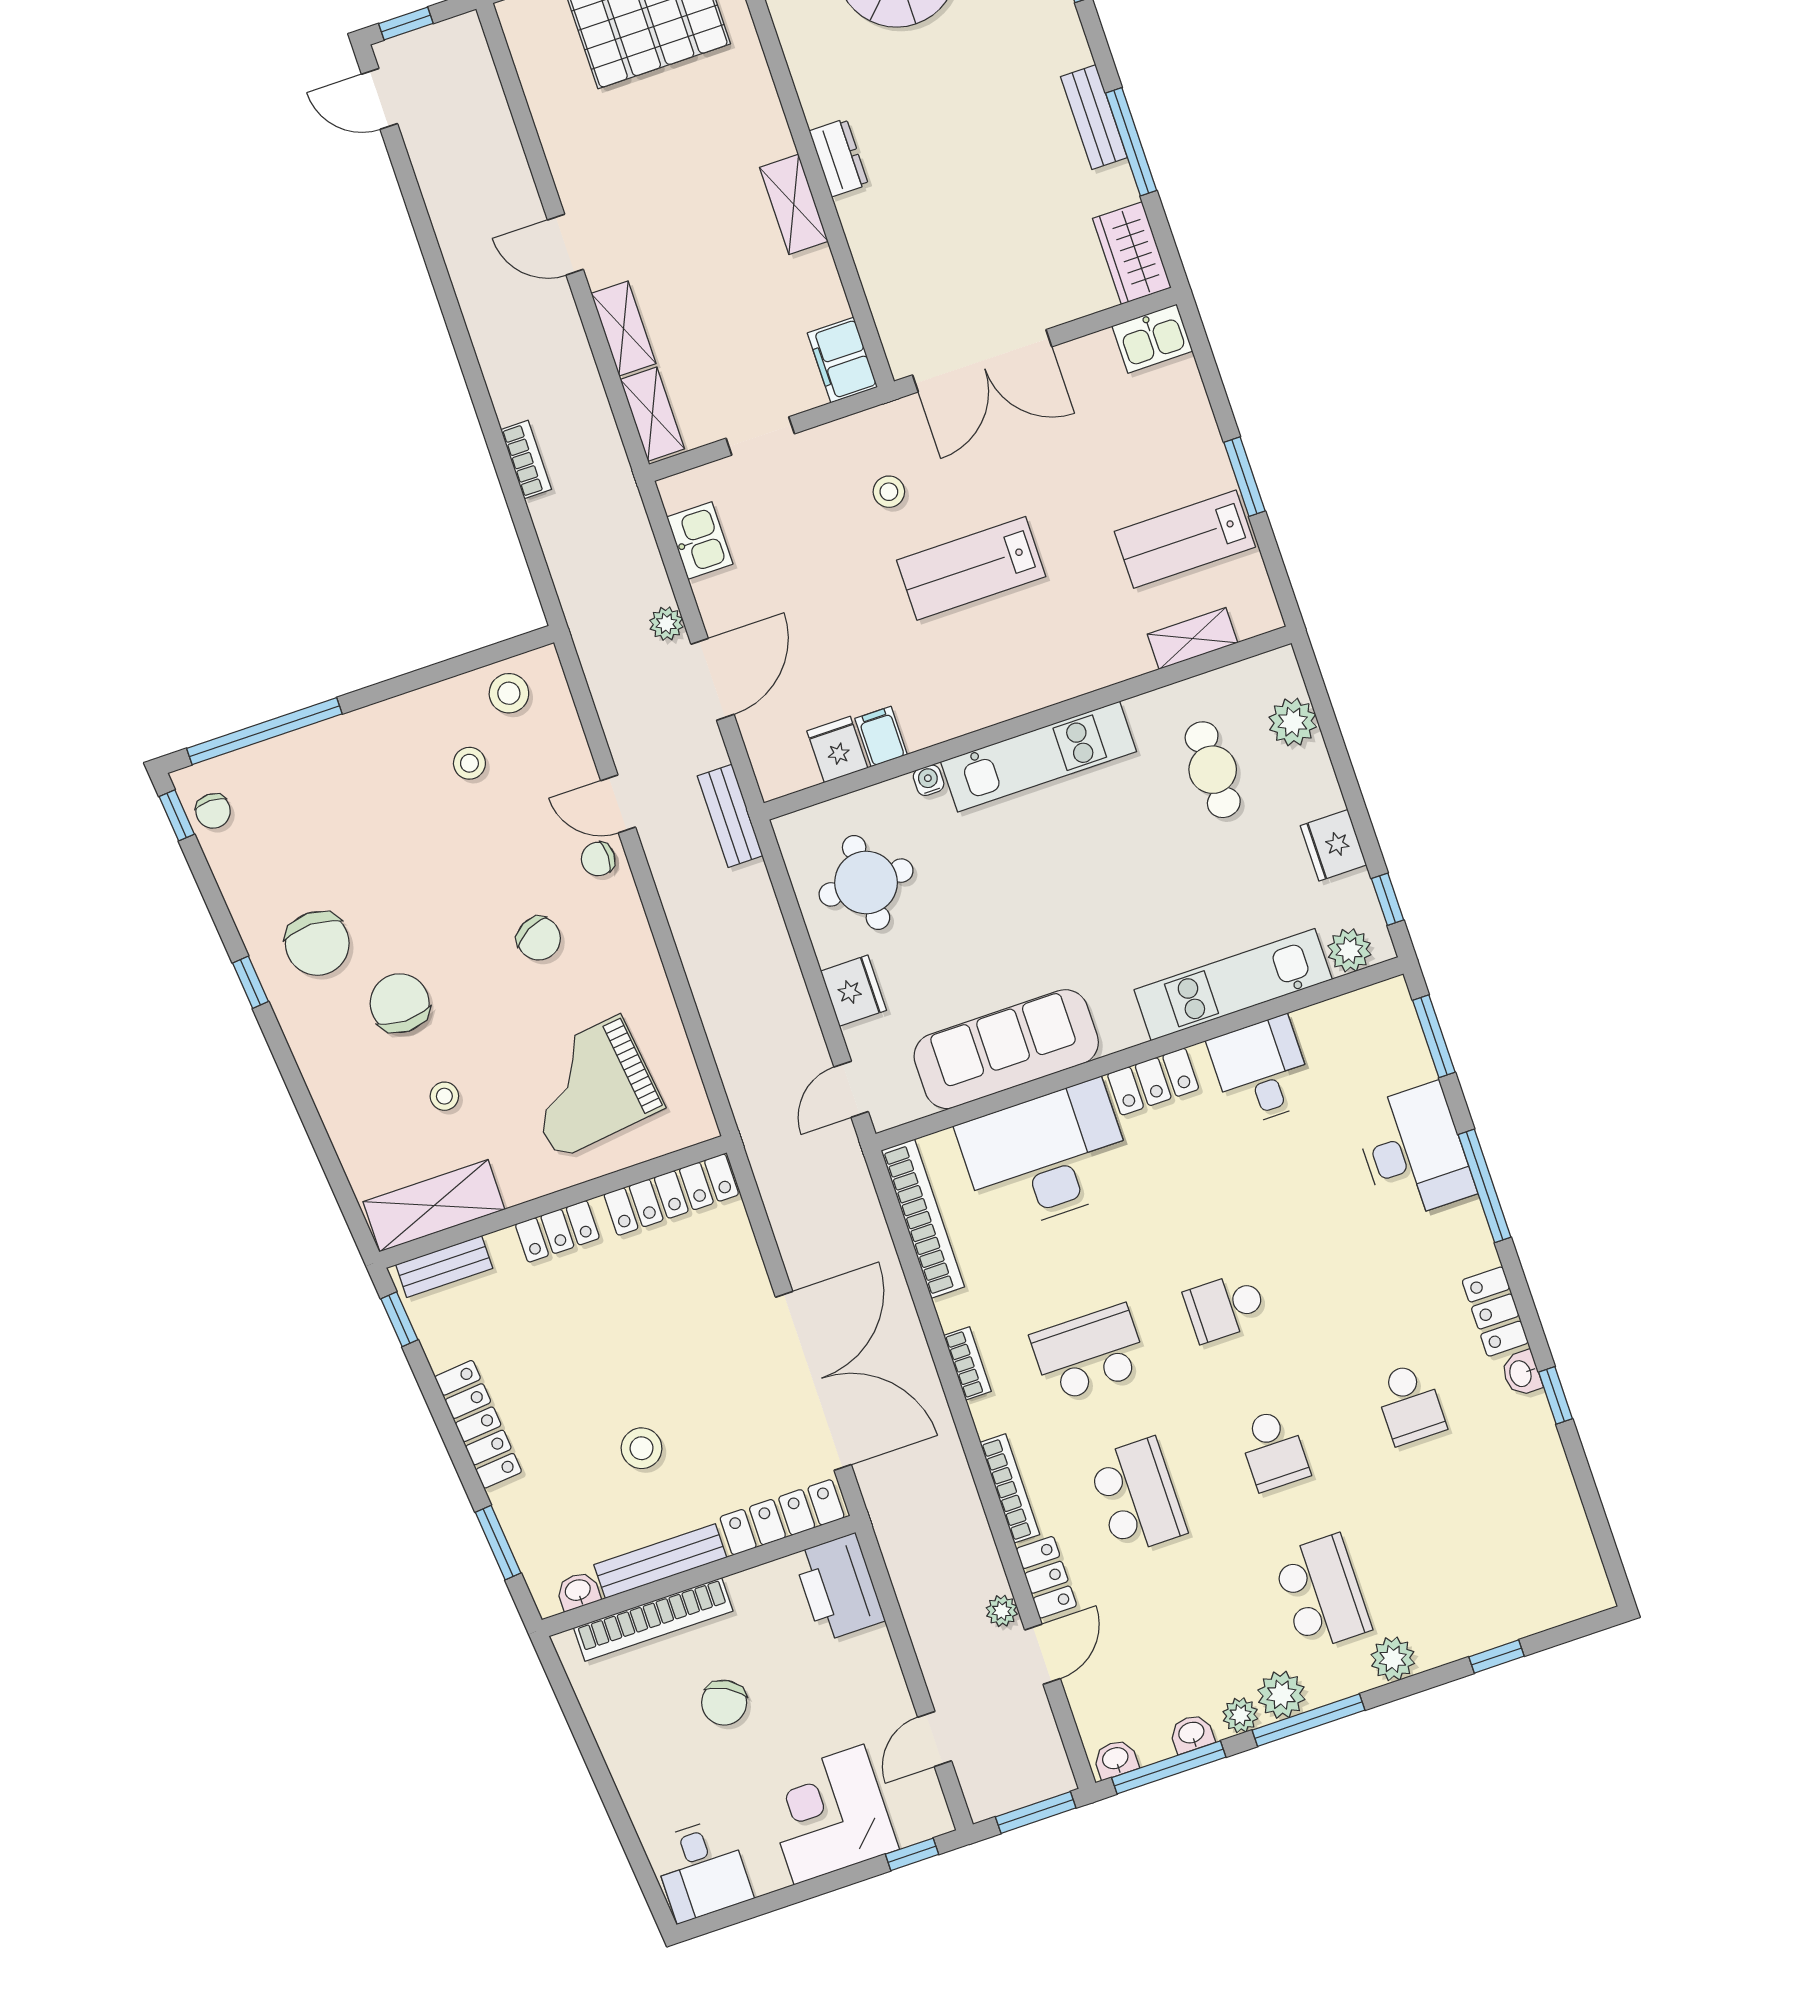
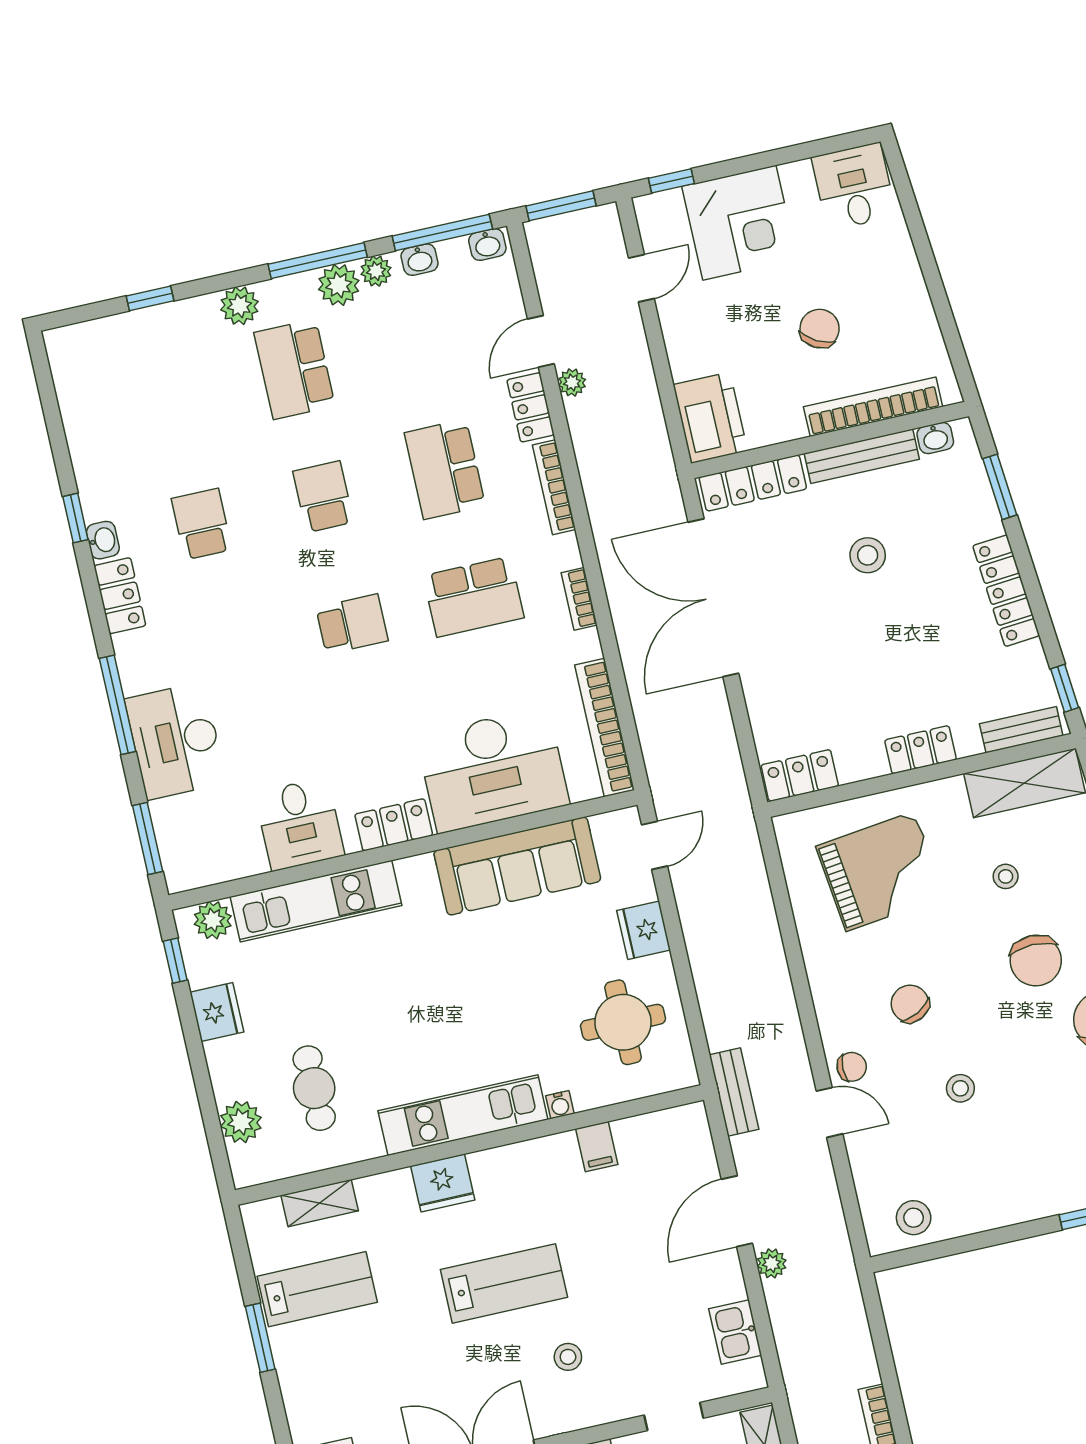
fridge: (837, 750) -> (443, 1183), moved, width x1.38
stool: (469, 763) -> (960, 1088), moved
locker: (671, 1195) -> (800, 775), width x0.66

